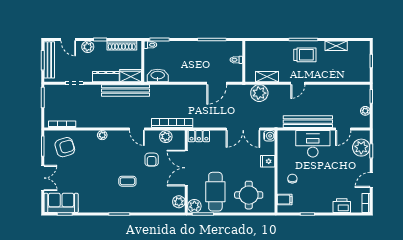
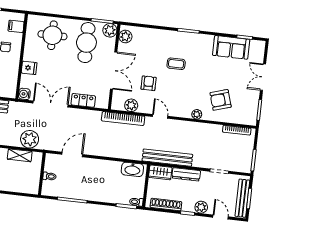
locker: (199, 136) -> (83, 100), moved
armchair: (65, 147) -> (221, 100), moved
sofa: (61, 203) -> (231, 47), moved

